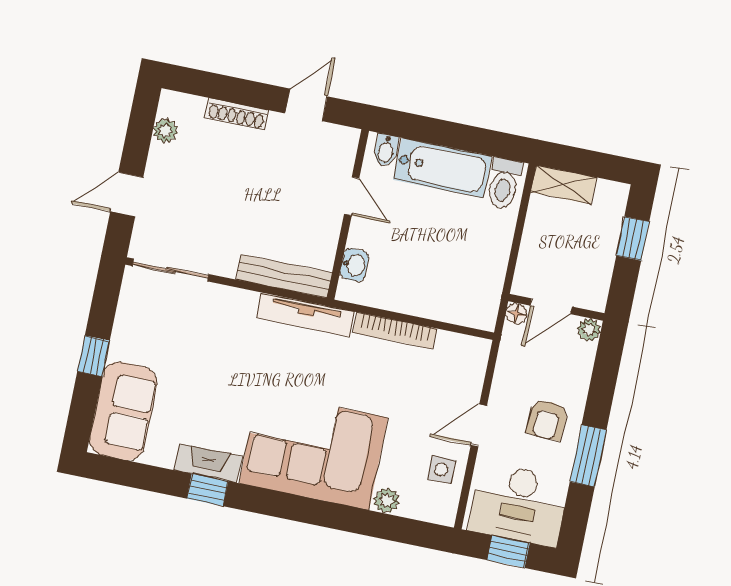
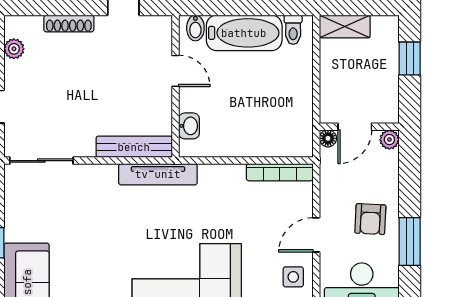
toilet: (504, 184) -> (293, 30), width x0.73, depth x0.72
bookcase: (395, 331) -> (280, 172), moved

